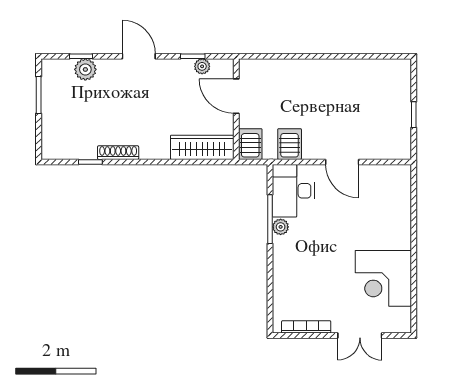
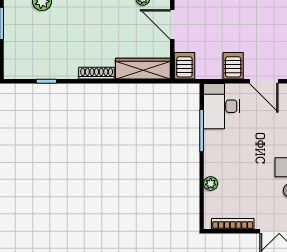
server rack: (290, 144) -> (233, 66), moved
shoe rack: (118, 153) -> (97, 73), moved
plant: (281, 227) -> (211, 184), moved

